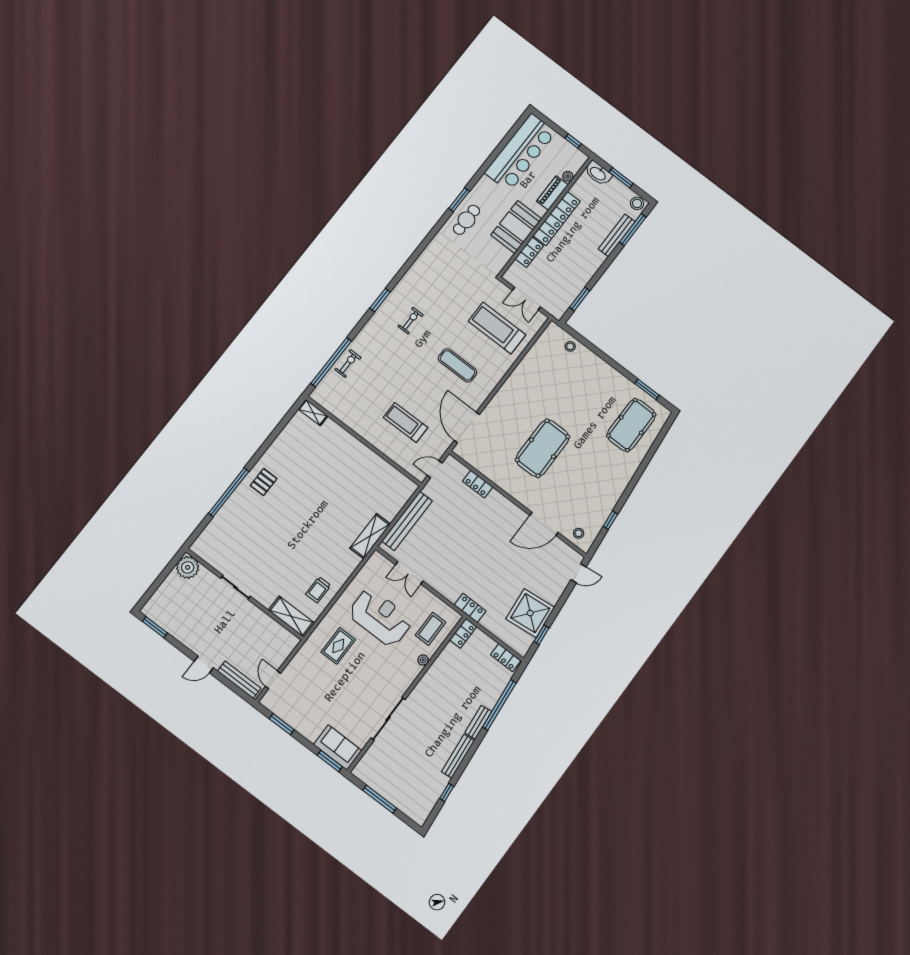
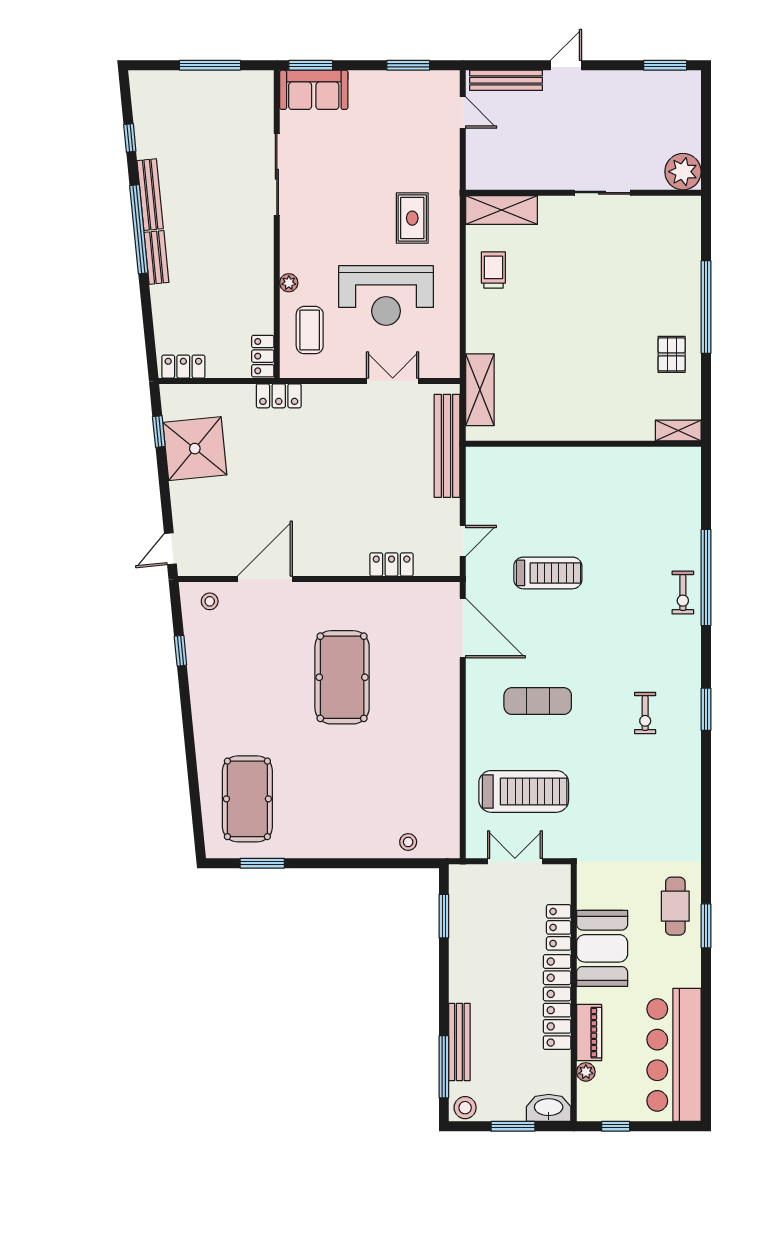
shelving: (313, 413) -> (678, 431), moved
wall: (364, 441) -> (583, 444), moved
window: (499, 705) -> (139, 229), moved

